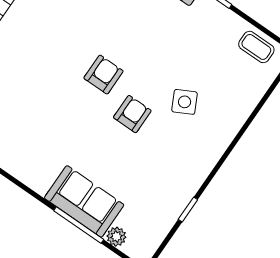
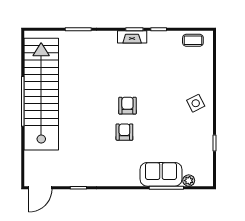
side table: (185, 102) -> (196, 103), moved
armchair: (132, 114) -> (124, 132), moved

